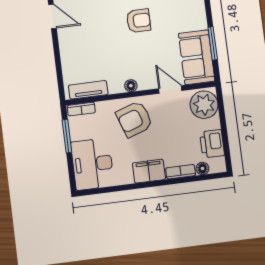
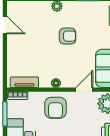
door: (170, 90) -> (84, 90), hinge flipped
armchair: (134, 119) -> (55, 108), turned -71

